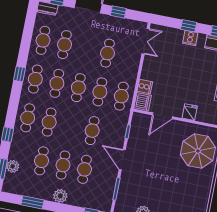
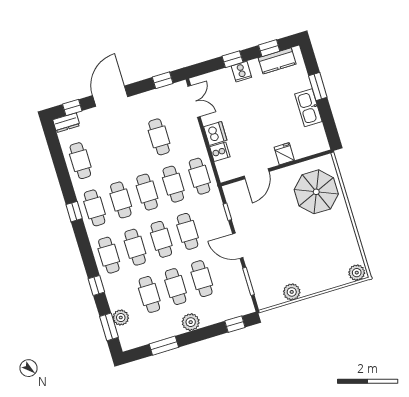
window: (118, 12) -> (163, 80), moved
cafe table: (65, 45) -> (161, 239), moved
dishwasher: (143, 102) -> (215, 133), moved

